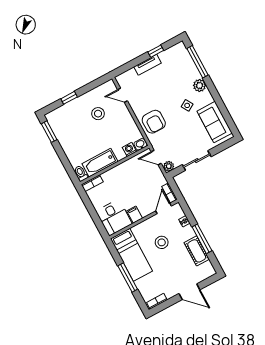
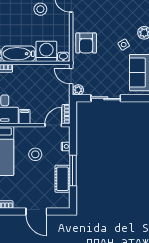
washing machine: (129, 149) -> (46, 51), width x1.89, depth x1.89

